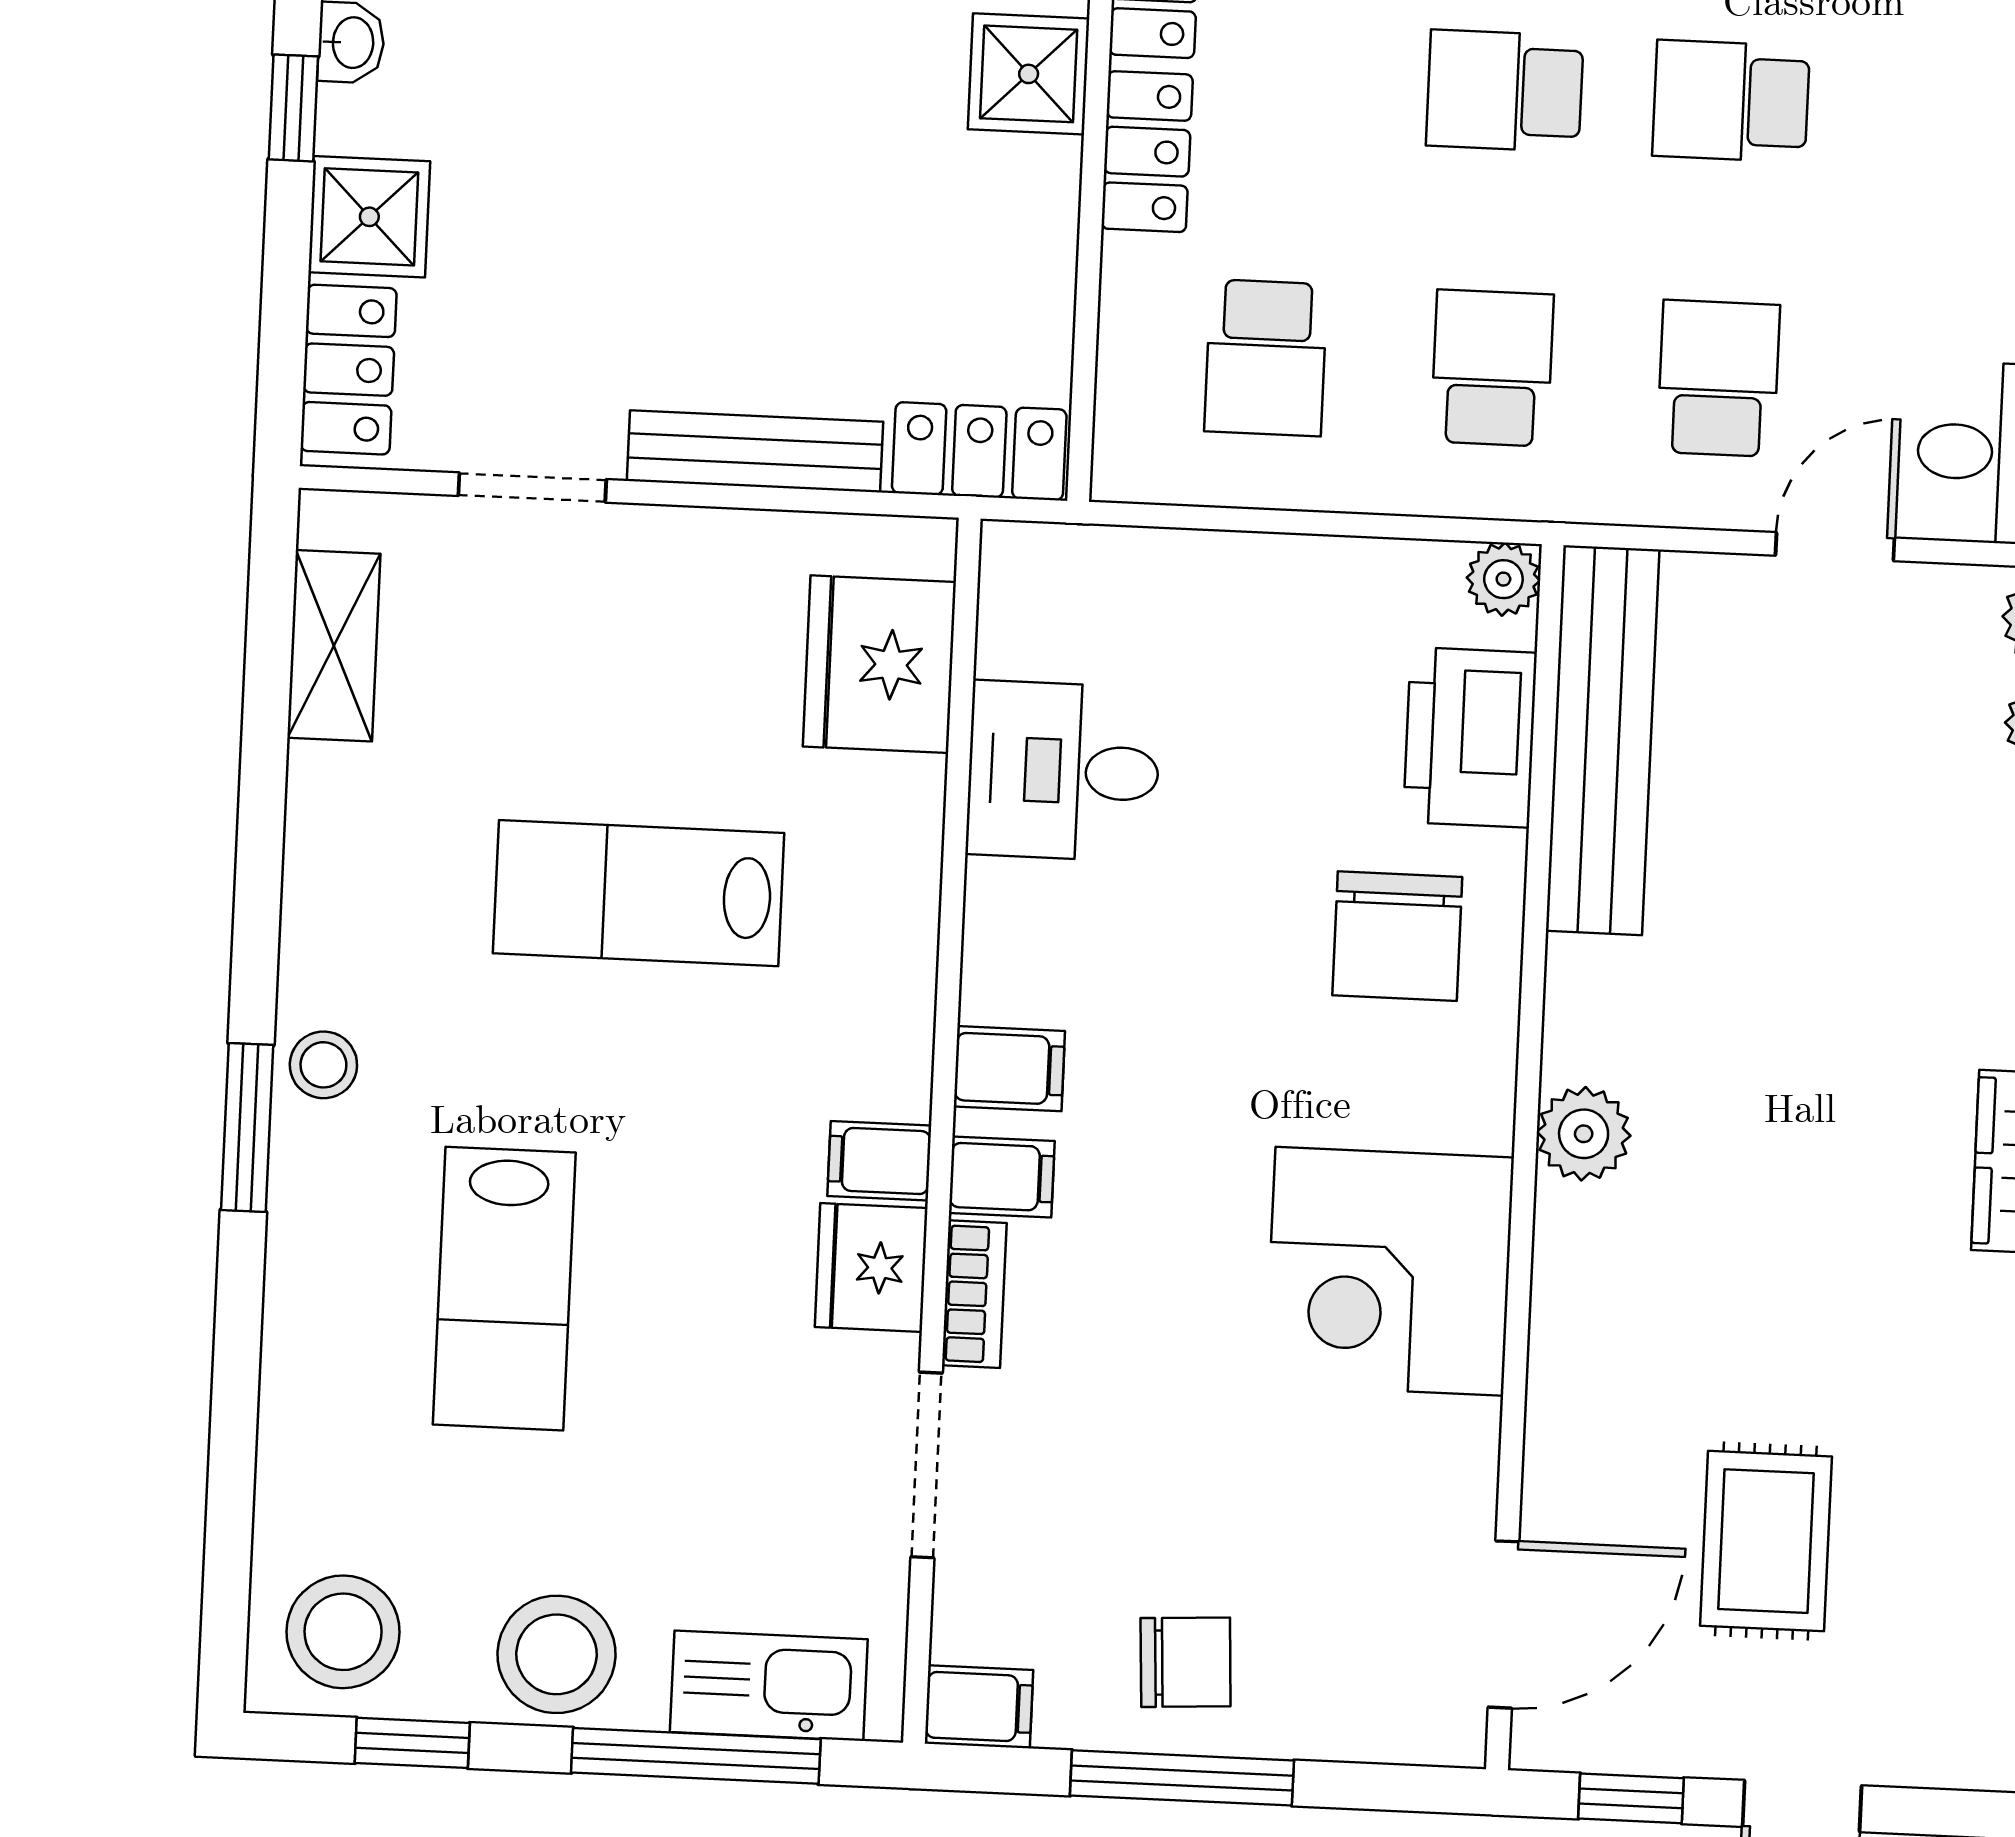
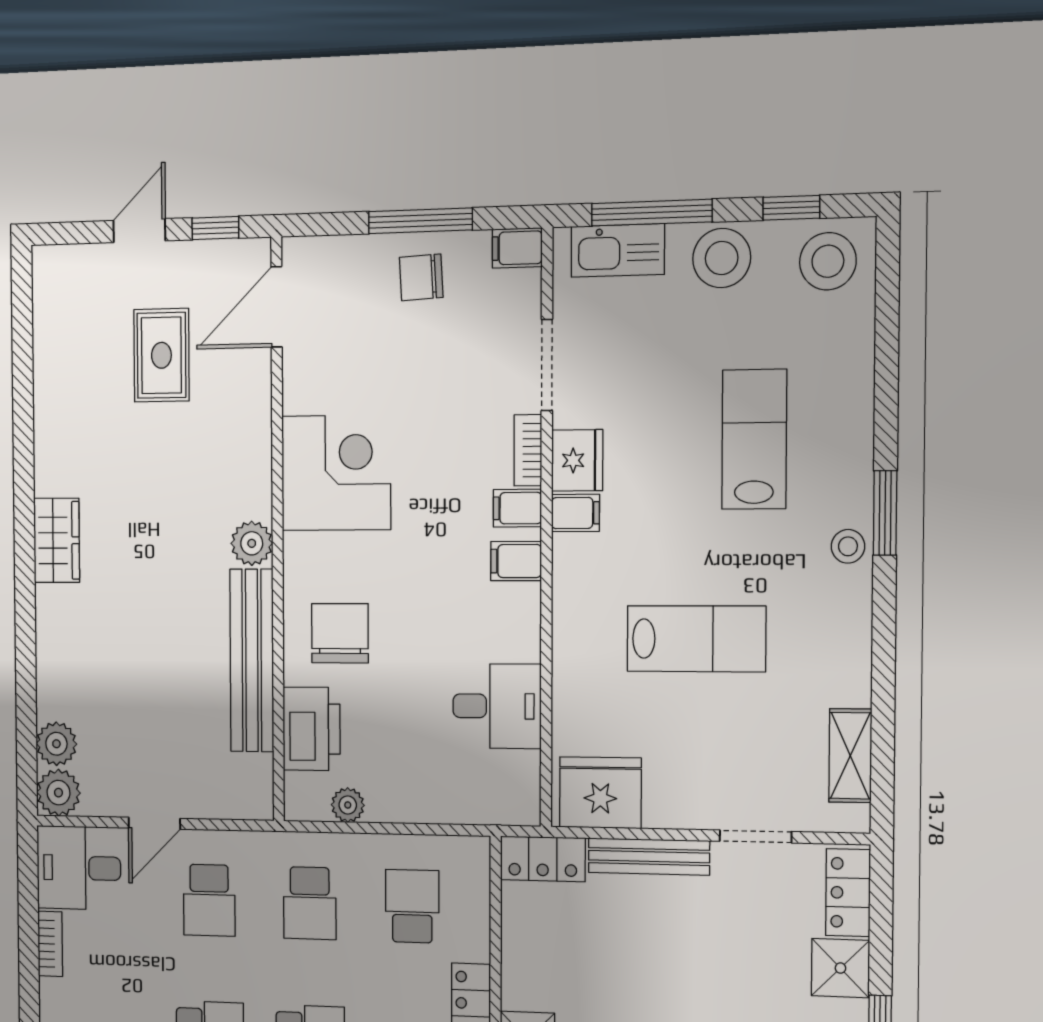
plant: (1503, 579) -> (348, 805), moved
fridge: (879, 664) -> (600, 793), moved, turned -90
bench: (1603, 740) -> (252, 660), moved

